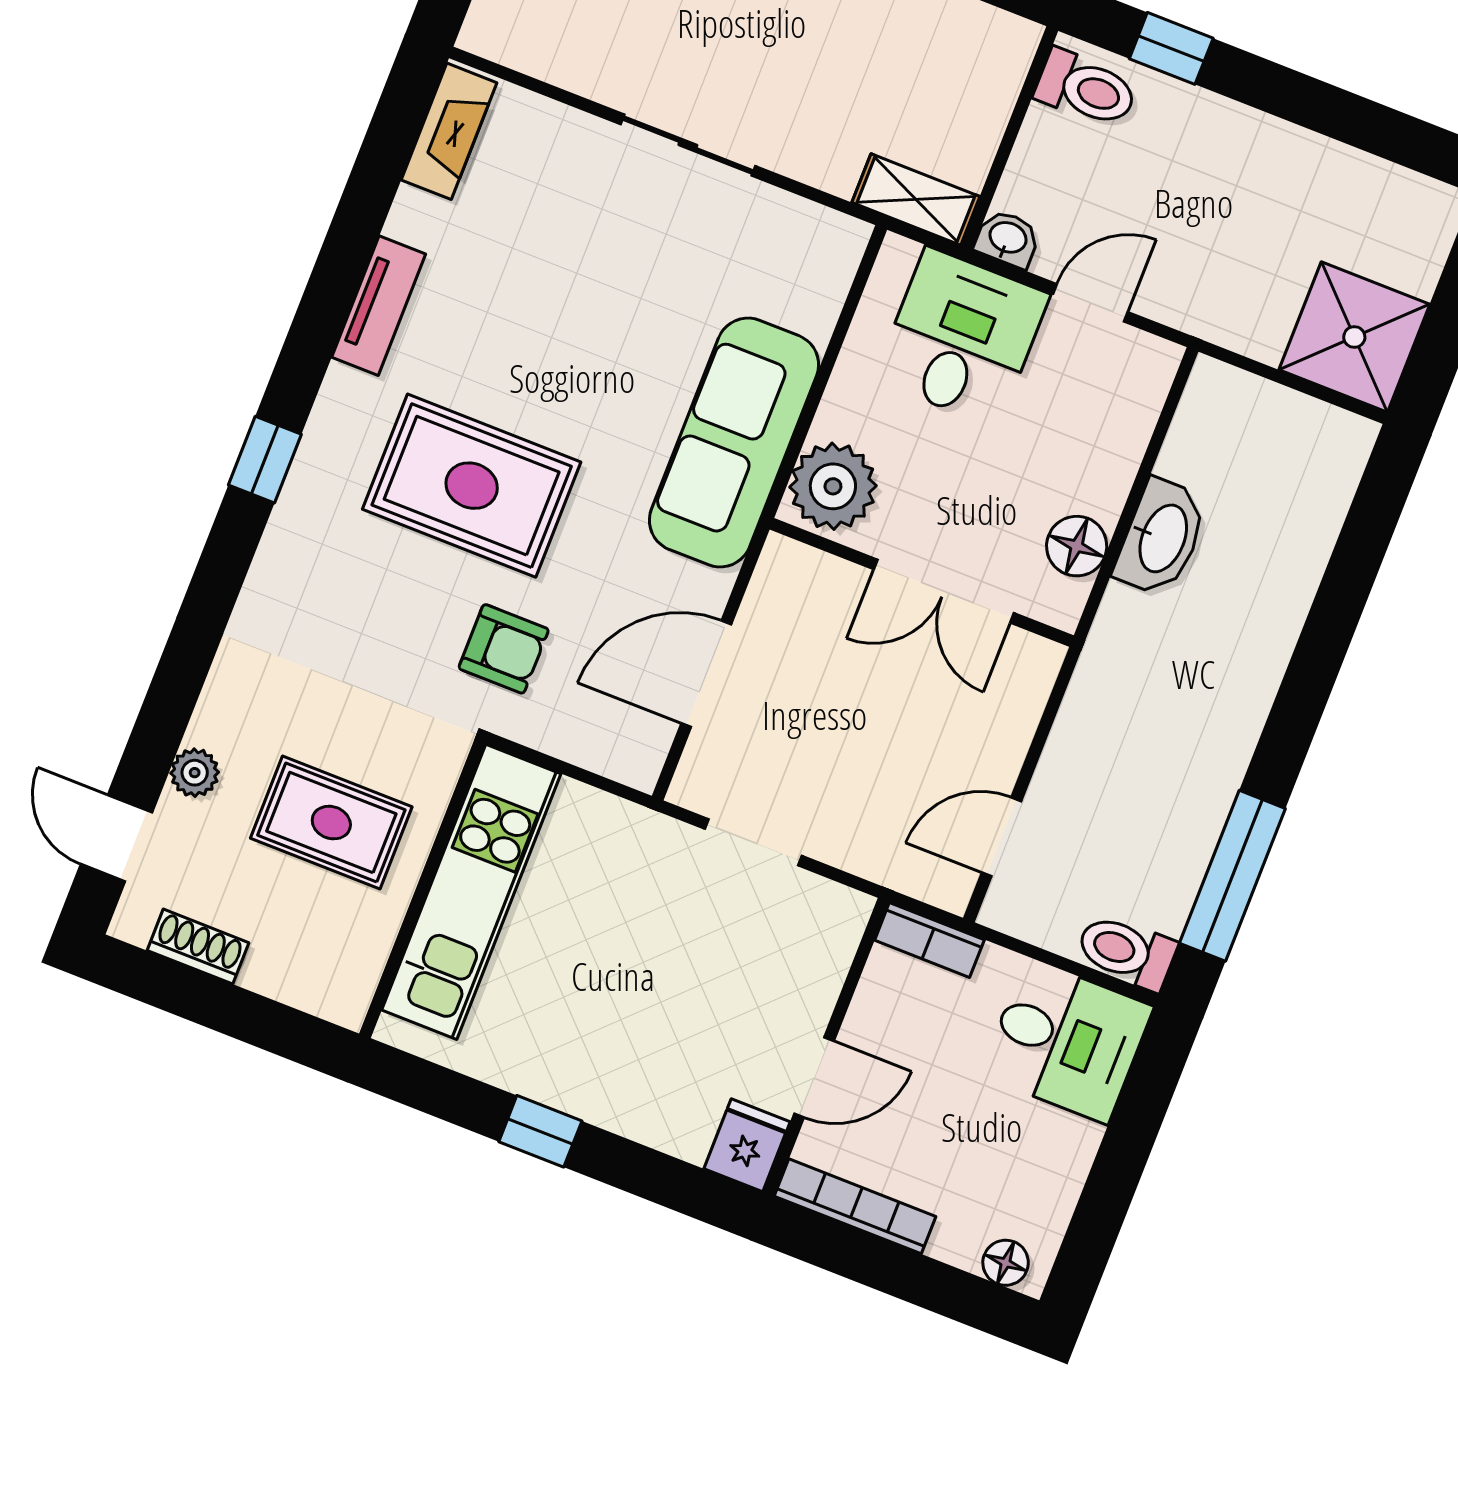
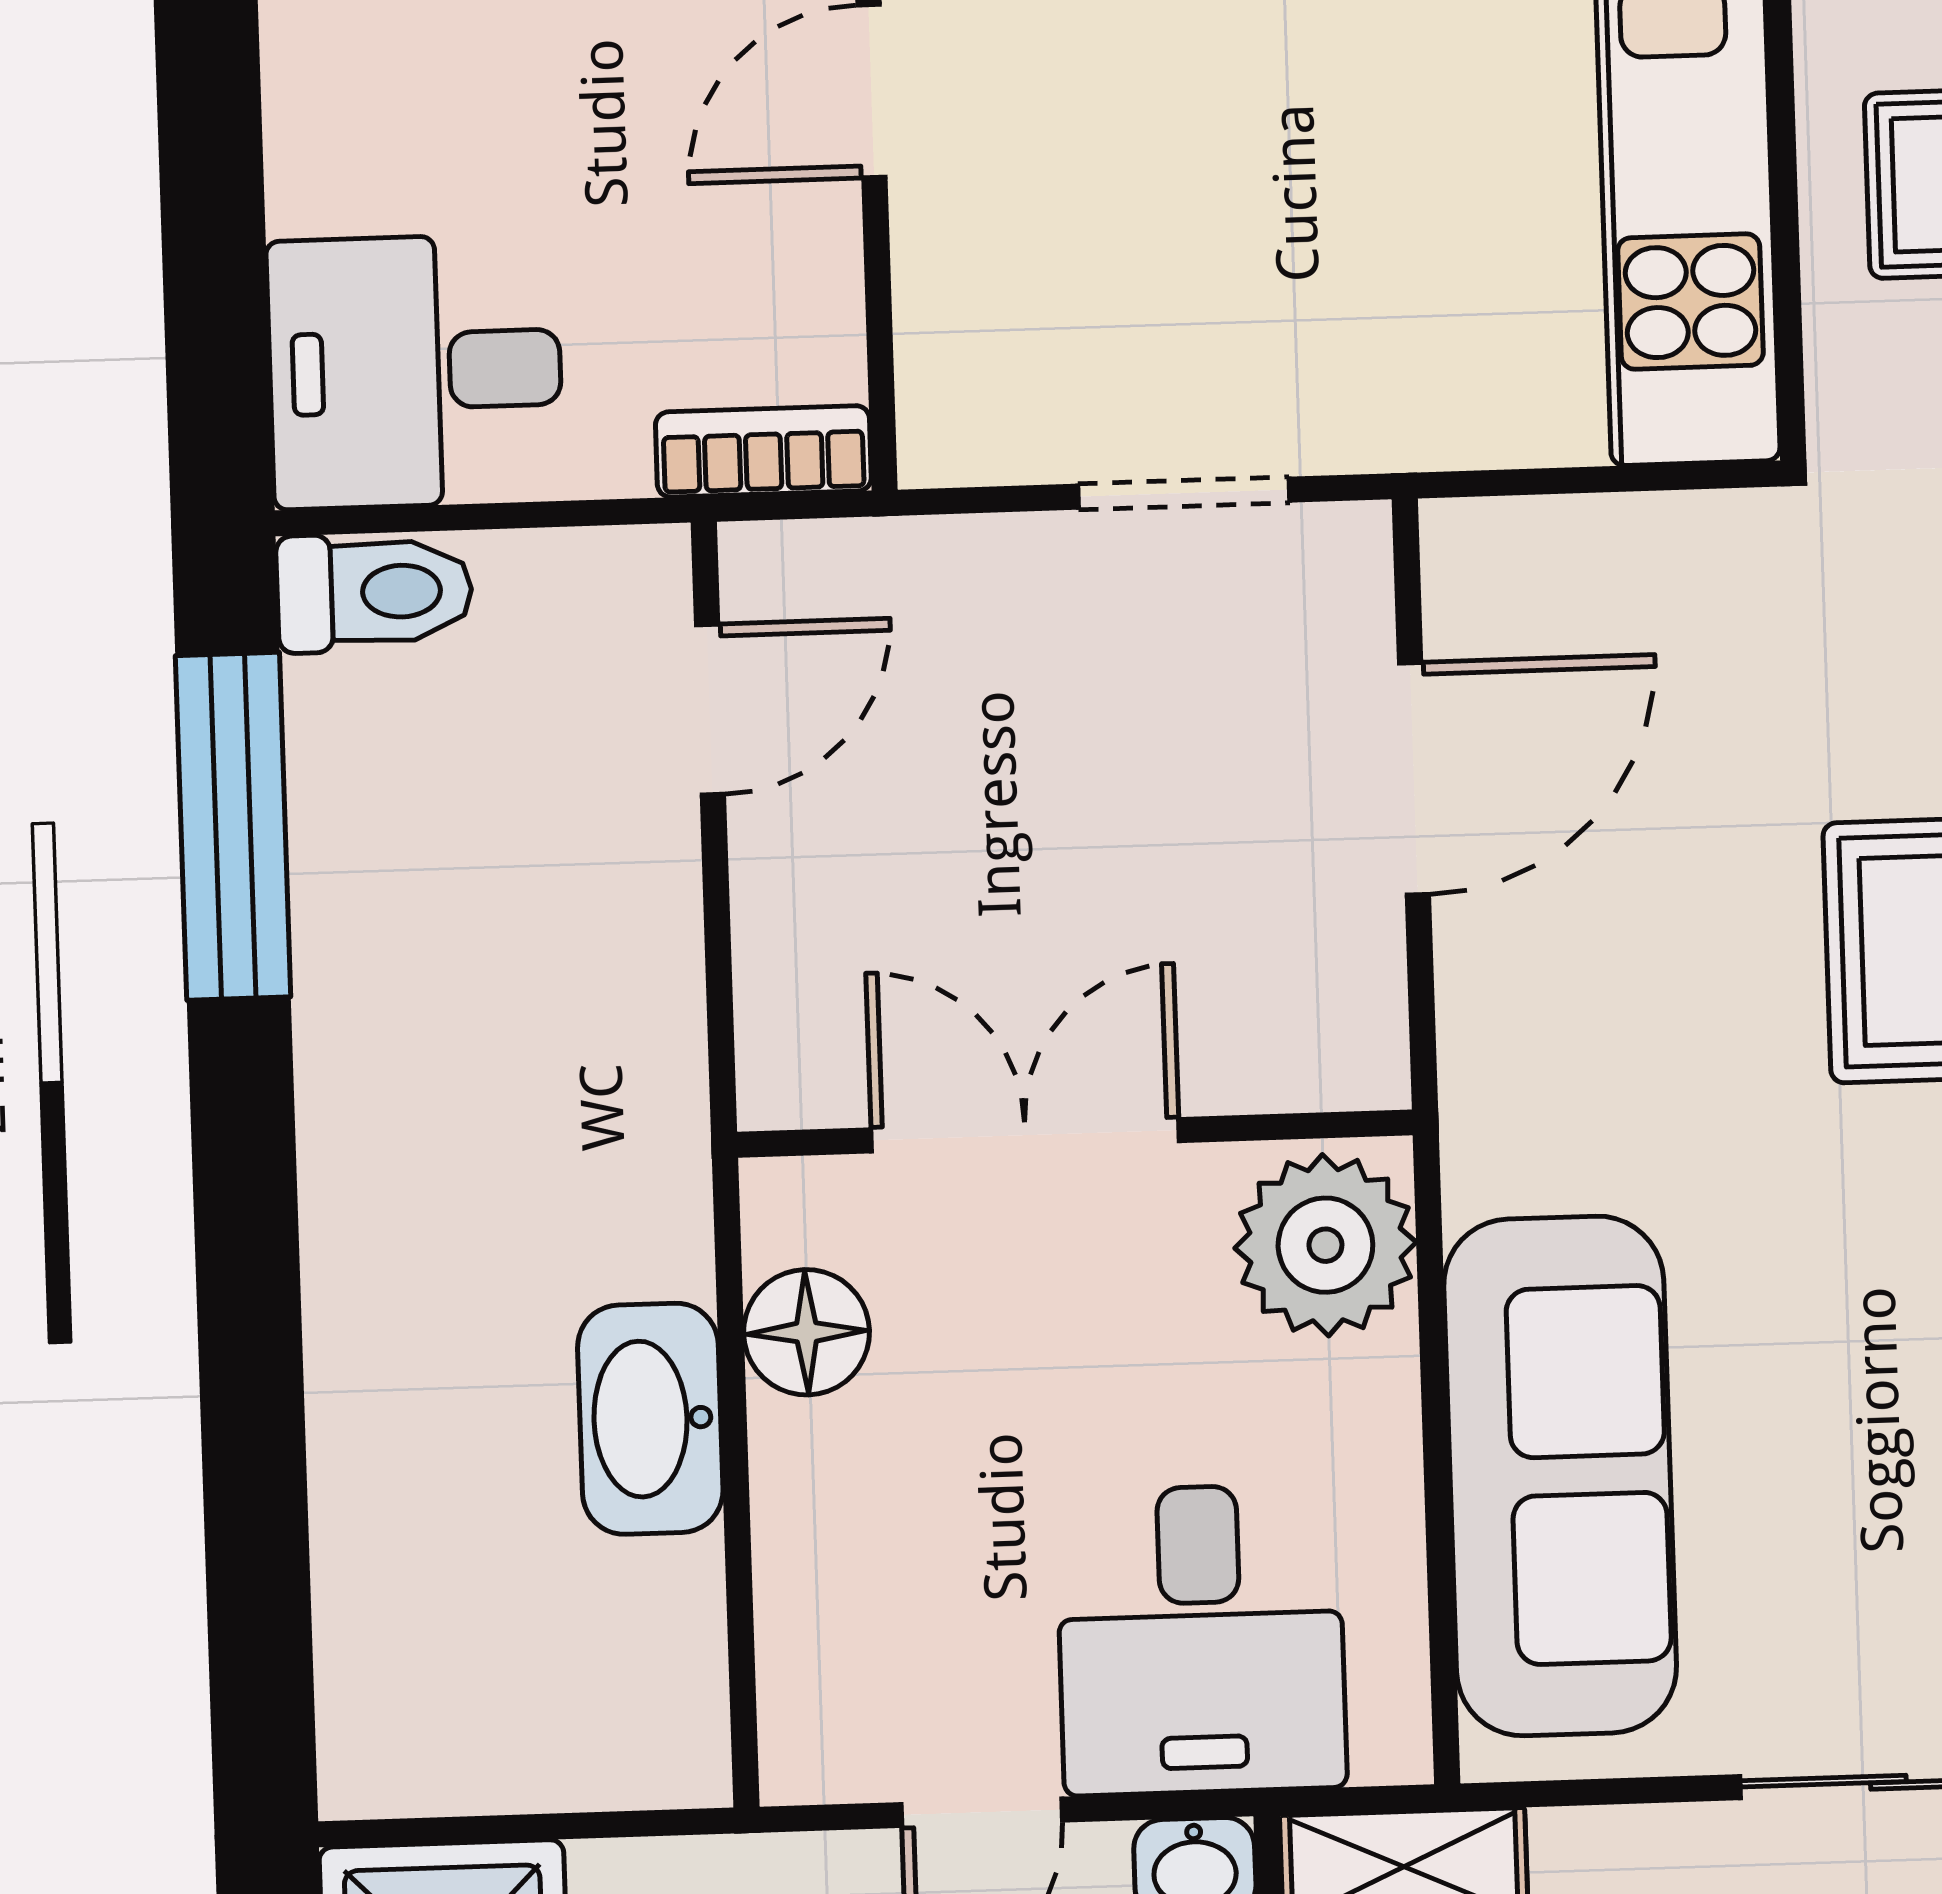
sofa: (734, 443) -> (1560, 1476), moved
armchair: (504, 649) -> (1825, 659), removed

